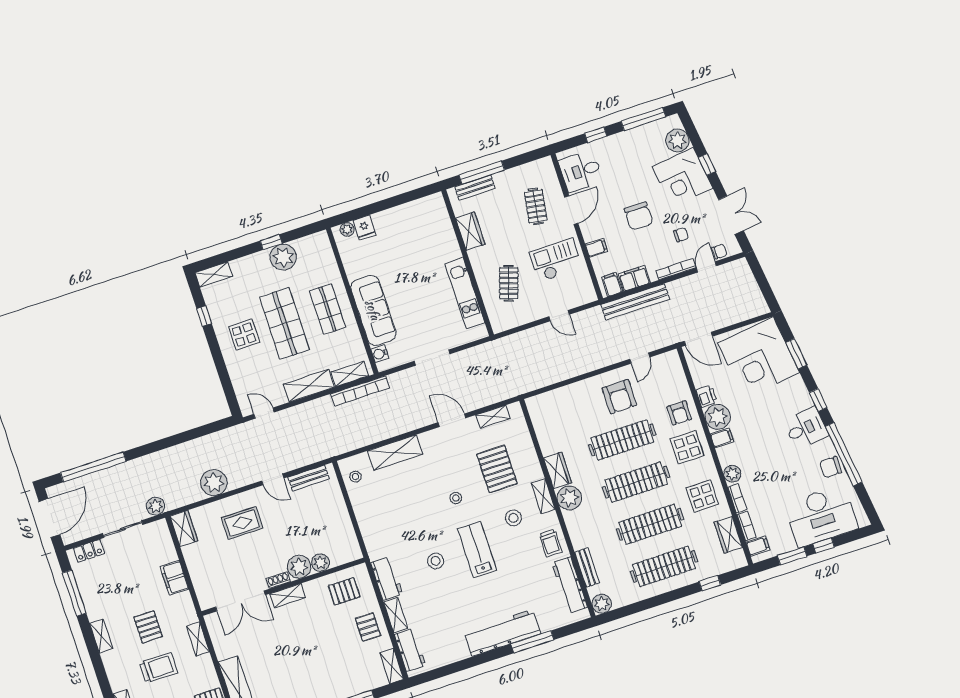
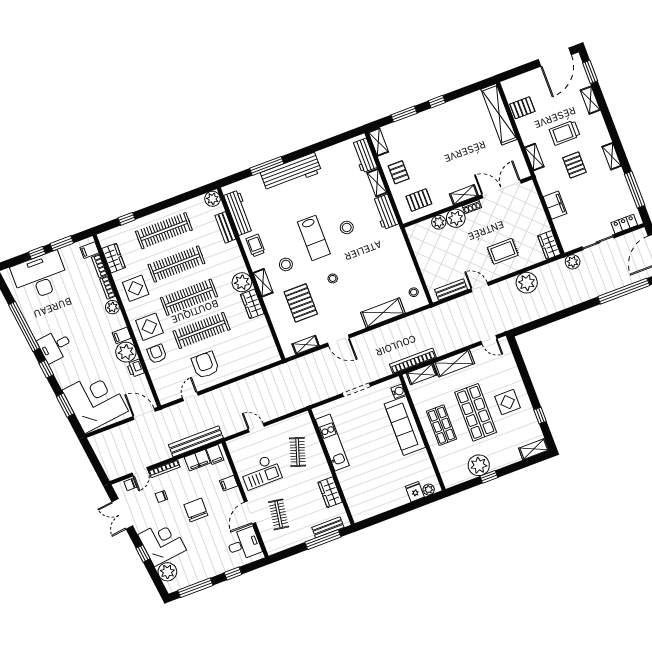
chair: (831, 467) -> (34, 316), removed

